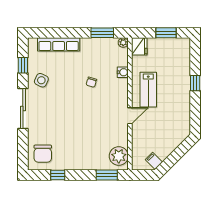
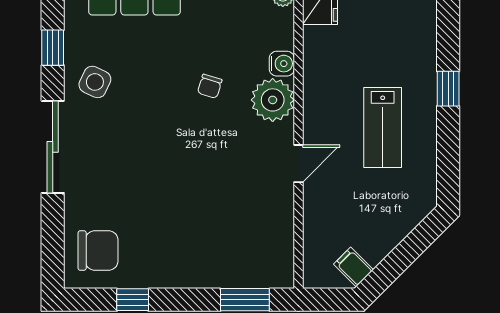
lab bench: (148, 90) -> (383, 128), moved
chair: (43, 154) -> (98, 251), turned -90
plant: (119, 156) -> (273, 100), moved

